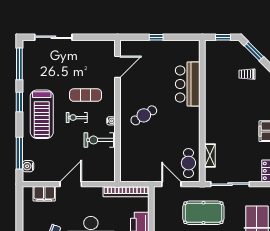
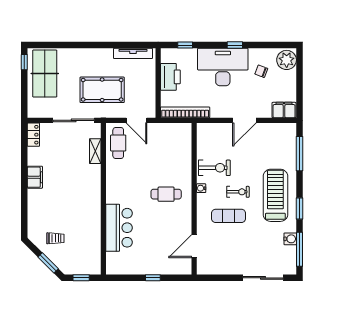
cafe table: (144, 115) -> (166, 194), turned 31
water cooler: (28, 166) -> (290, 239), moved
filing cabinet: (44, 194) -> (284, 110), moved

